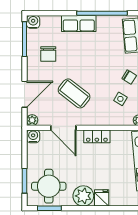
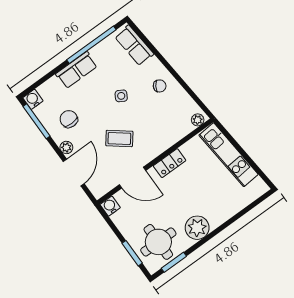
chair: (48, 54) -> (69, 119), turned 180
coffee table: (74, 93) -> (119, 138), width x0.73, depth x0.77
side table: (120, 99) -> (121, 96), moved
plant: (32, 120) -> (66, 147), moved
fridge: (102, 198) -> (216, 217), removed

